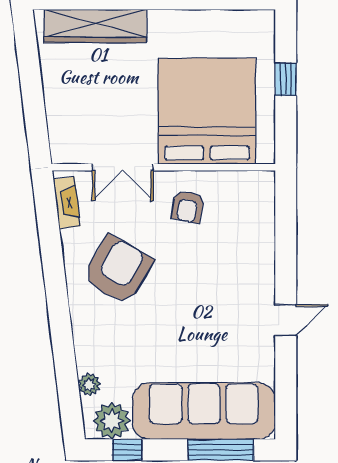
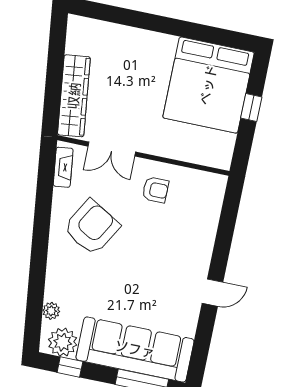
wardrobe: (95, 26) -> (74, 96), moved, turned -97
bed: (207, 111) -> (208, 85), moved, turned 180
armchair: (188, 207) -> (155, 190), turned -101

